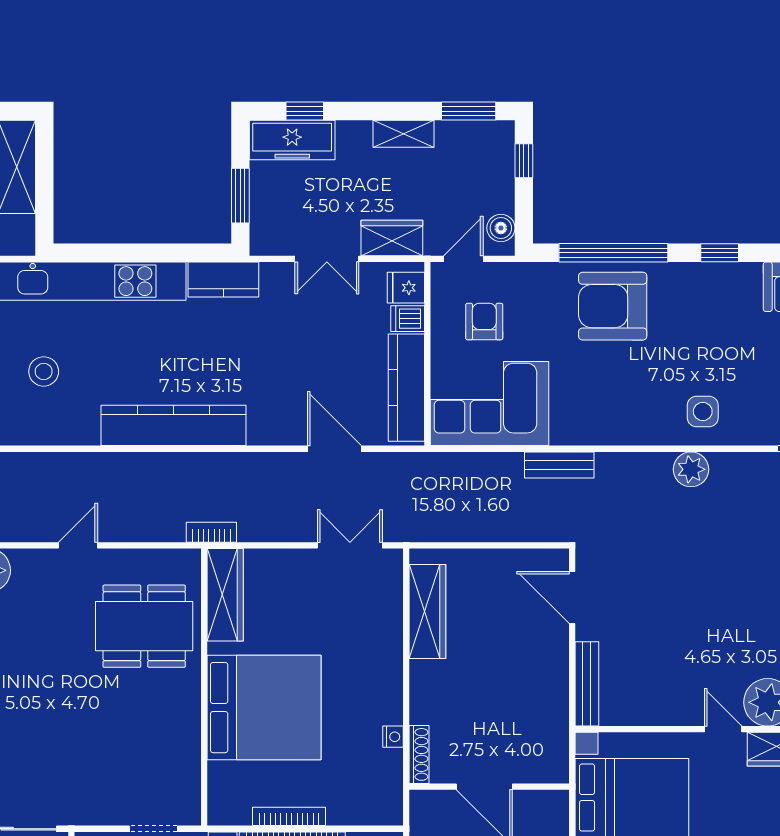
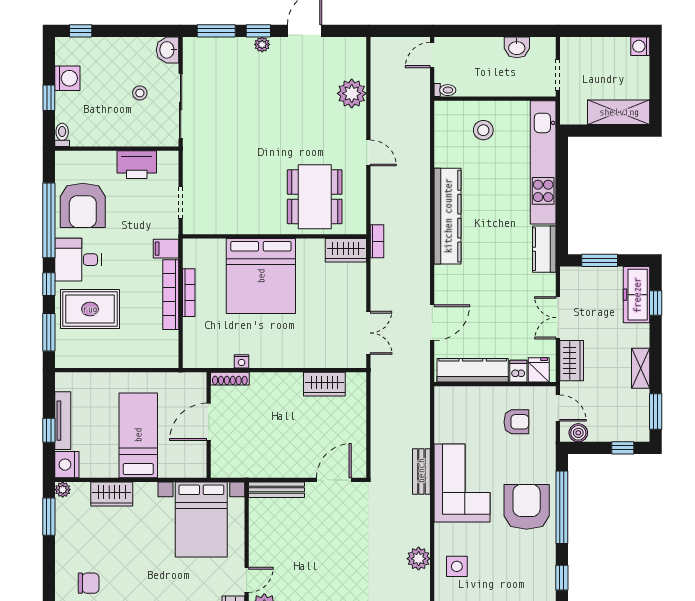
corner sofa: (489, 404) -> (462, 483), moved
wardrobe: (225, 595) -> (346, 250), width x0.67
wardrobe: (427, 612) -> (324, 384), width x0.67

